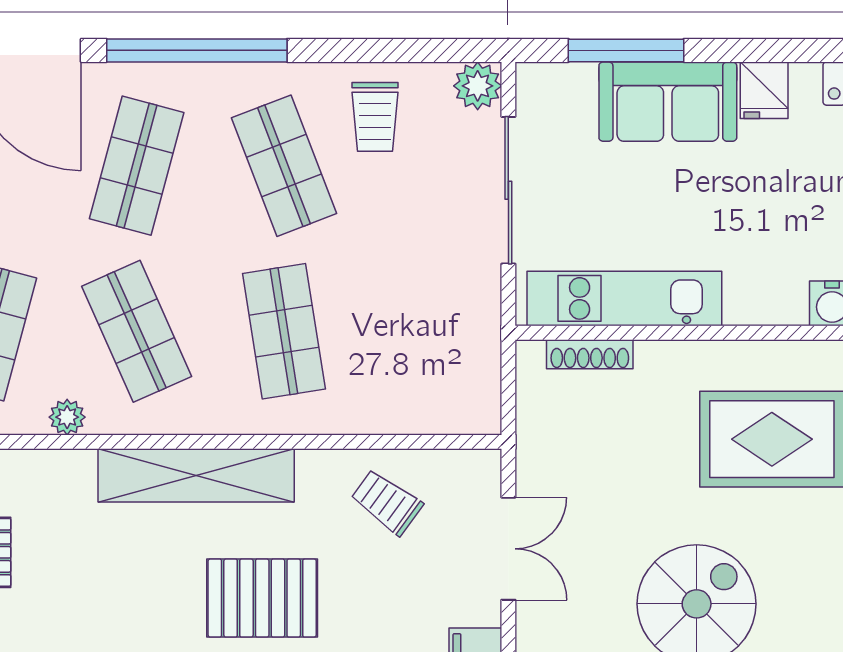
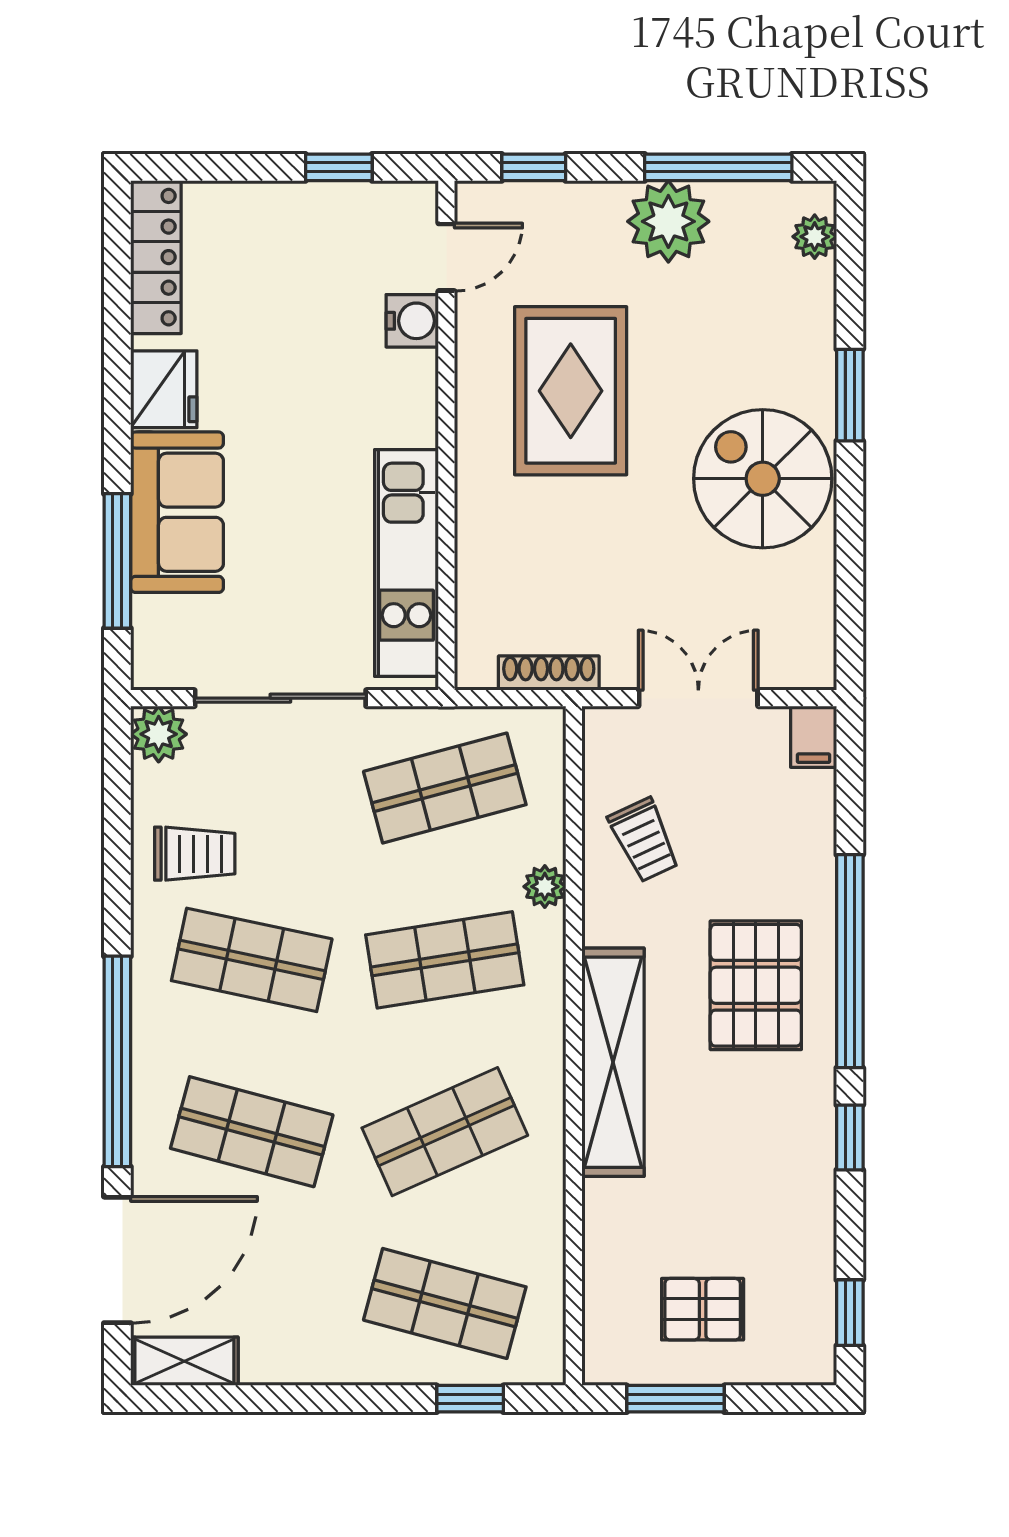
fridge: (764, 90) -> (164, 389), width x1.38
shop shelf: (284, 166) -> (252, 960), turned 33
shop shelf: (431, 331) -> (445, 788), added
shoe rack: (590, 354) -> (549, 673), moved, turned -90
plant: (67, 417) -> (545, 887), moved
trolley: (387, 502) -> (644, 840), turned -61

